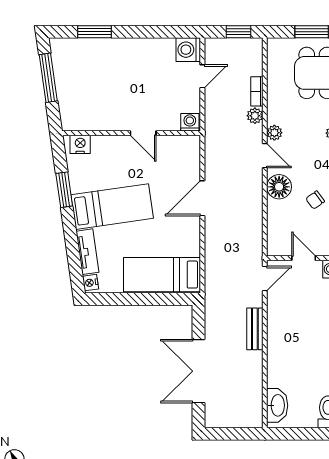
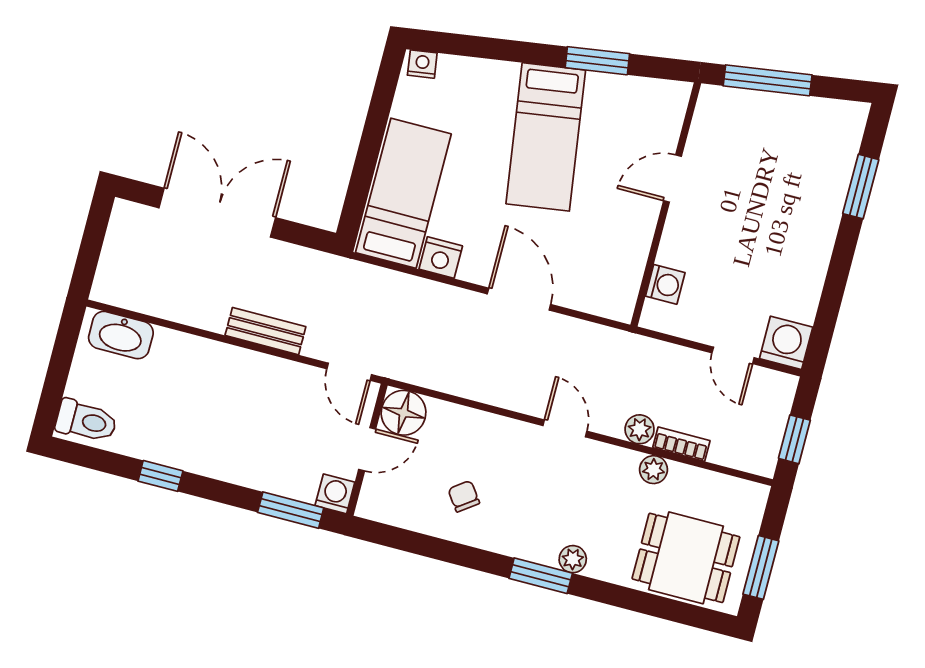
window: (48, 78) -> (768, 80), moved
washing machine: (190, 122) -> (665, 284), moved
door: (143, 133) -> (673, 178), moved
plant: (274, 133) -> (653, 470), moved
nightstand: (80, 144) -> (441, 258), moved, turned 90
door: (265, 156) -> (565, 428), swing flipped
floor lamp: (279, 187) -> (404, 413), moved
tv unit: (87, 252) -> (478, 73), removed

